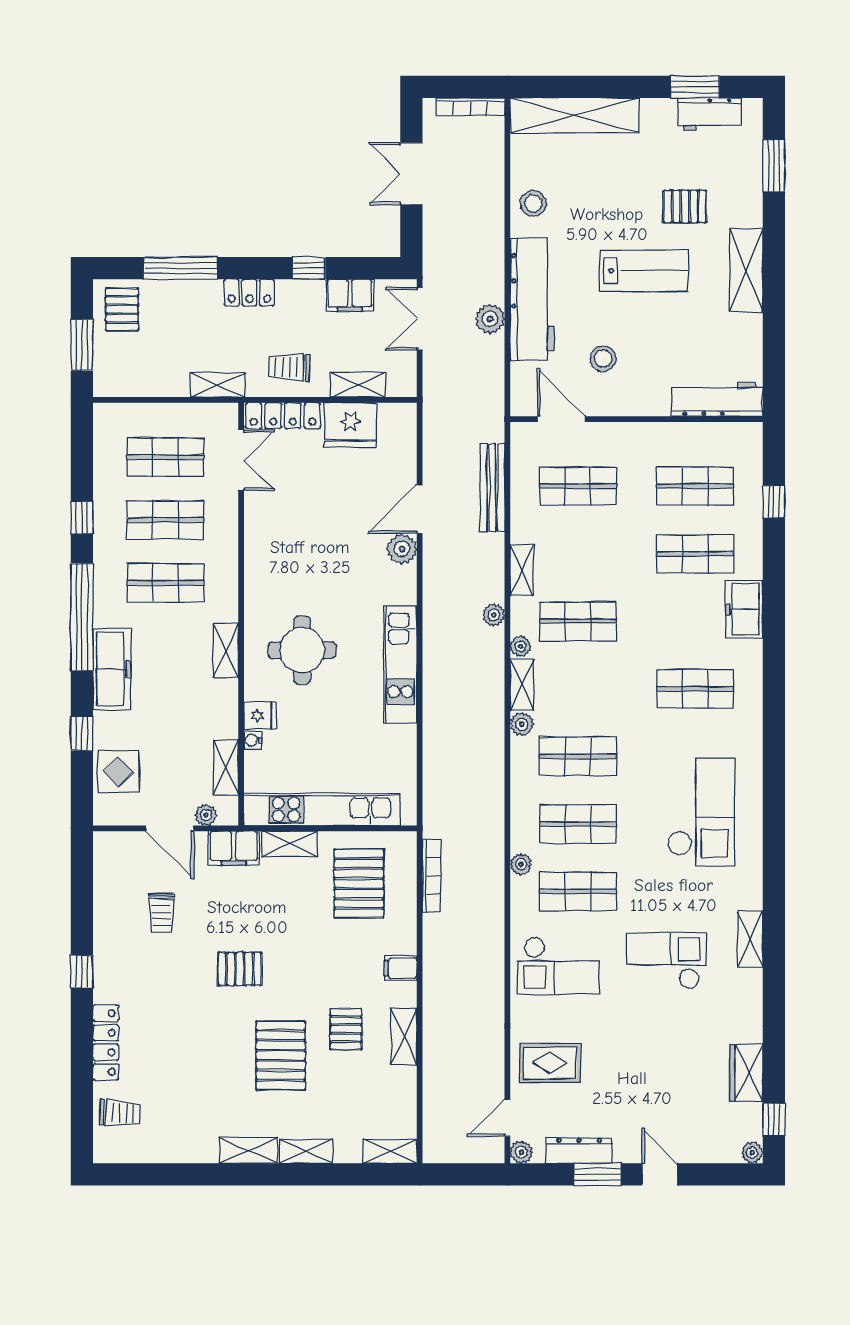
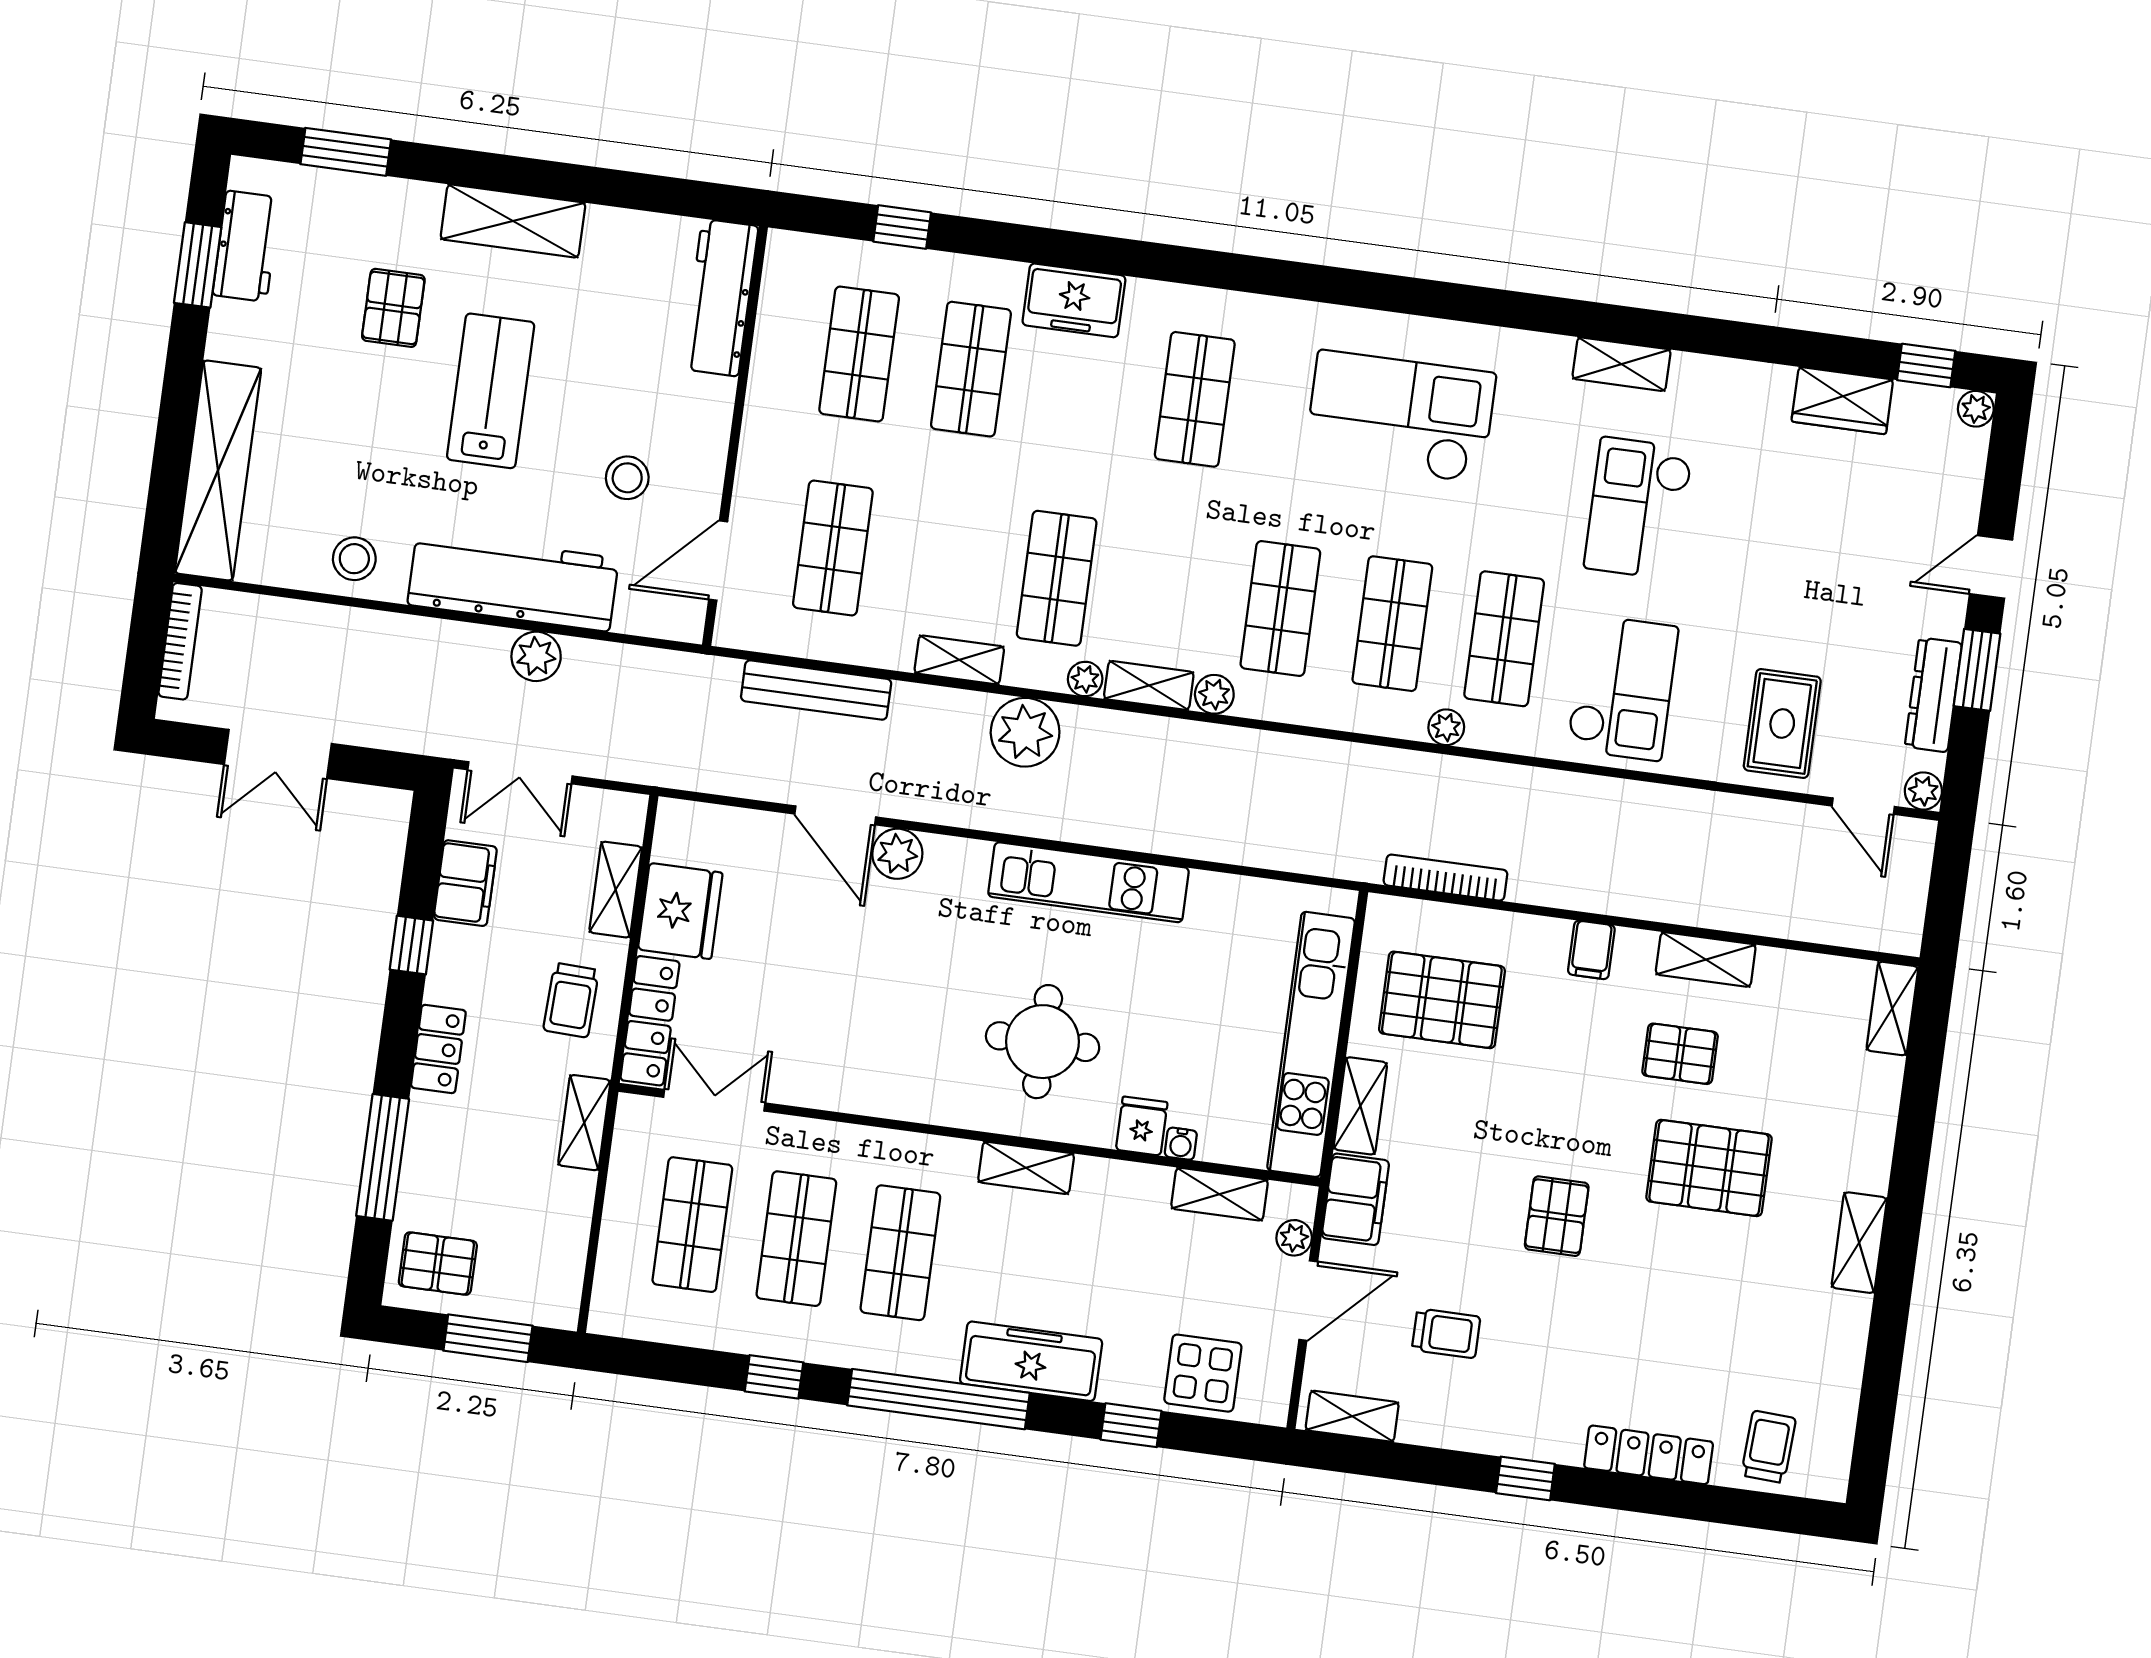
plant: (494, 615) -> (1025, 732), width x1.88, depth x1.88
shelving: (306, 1151) -> (1352, 1416), moved, turned 90

